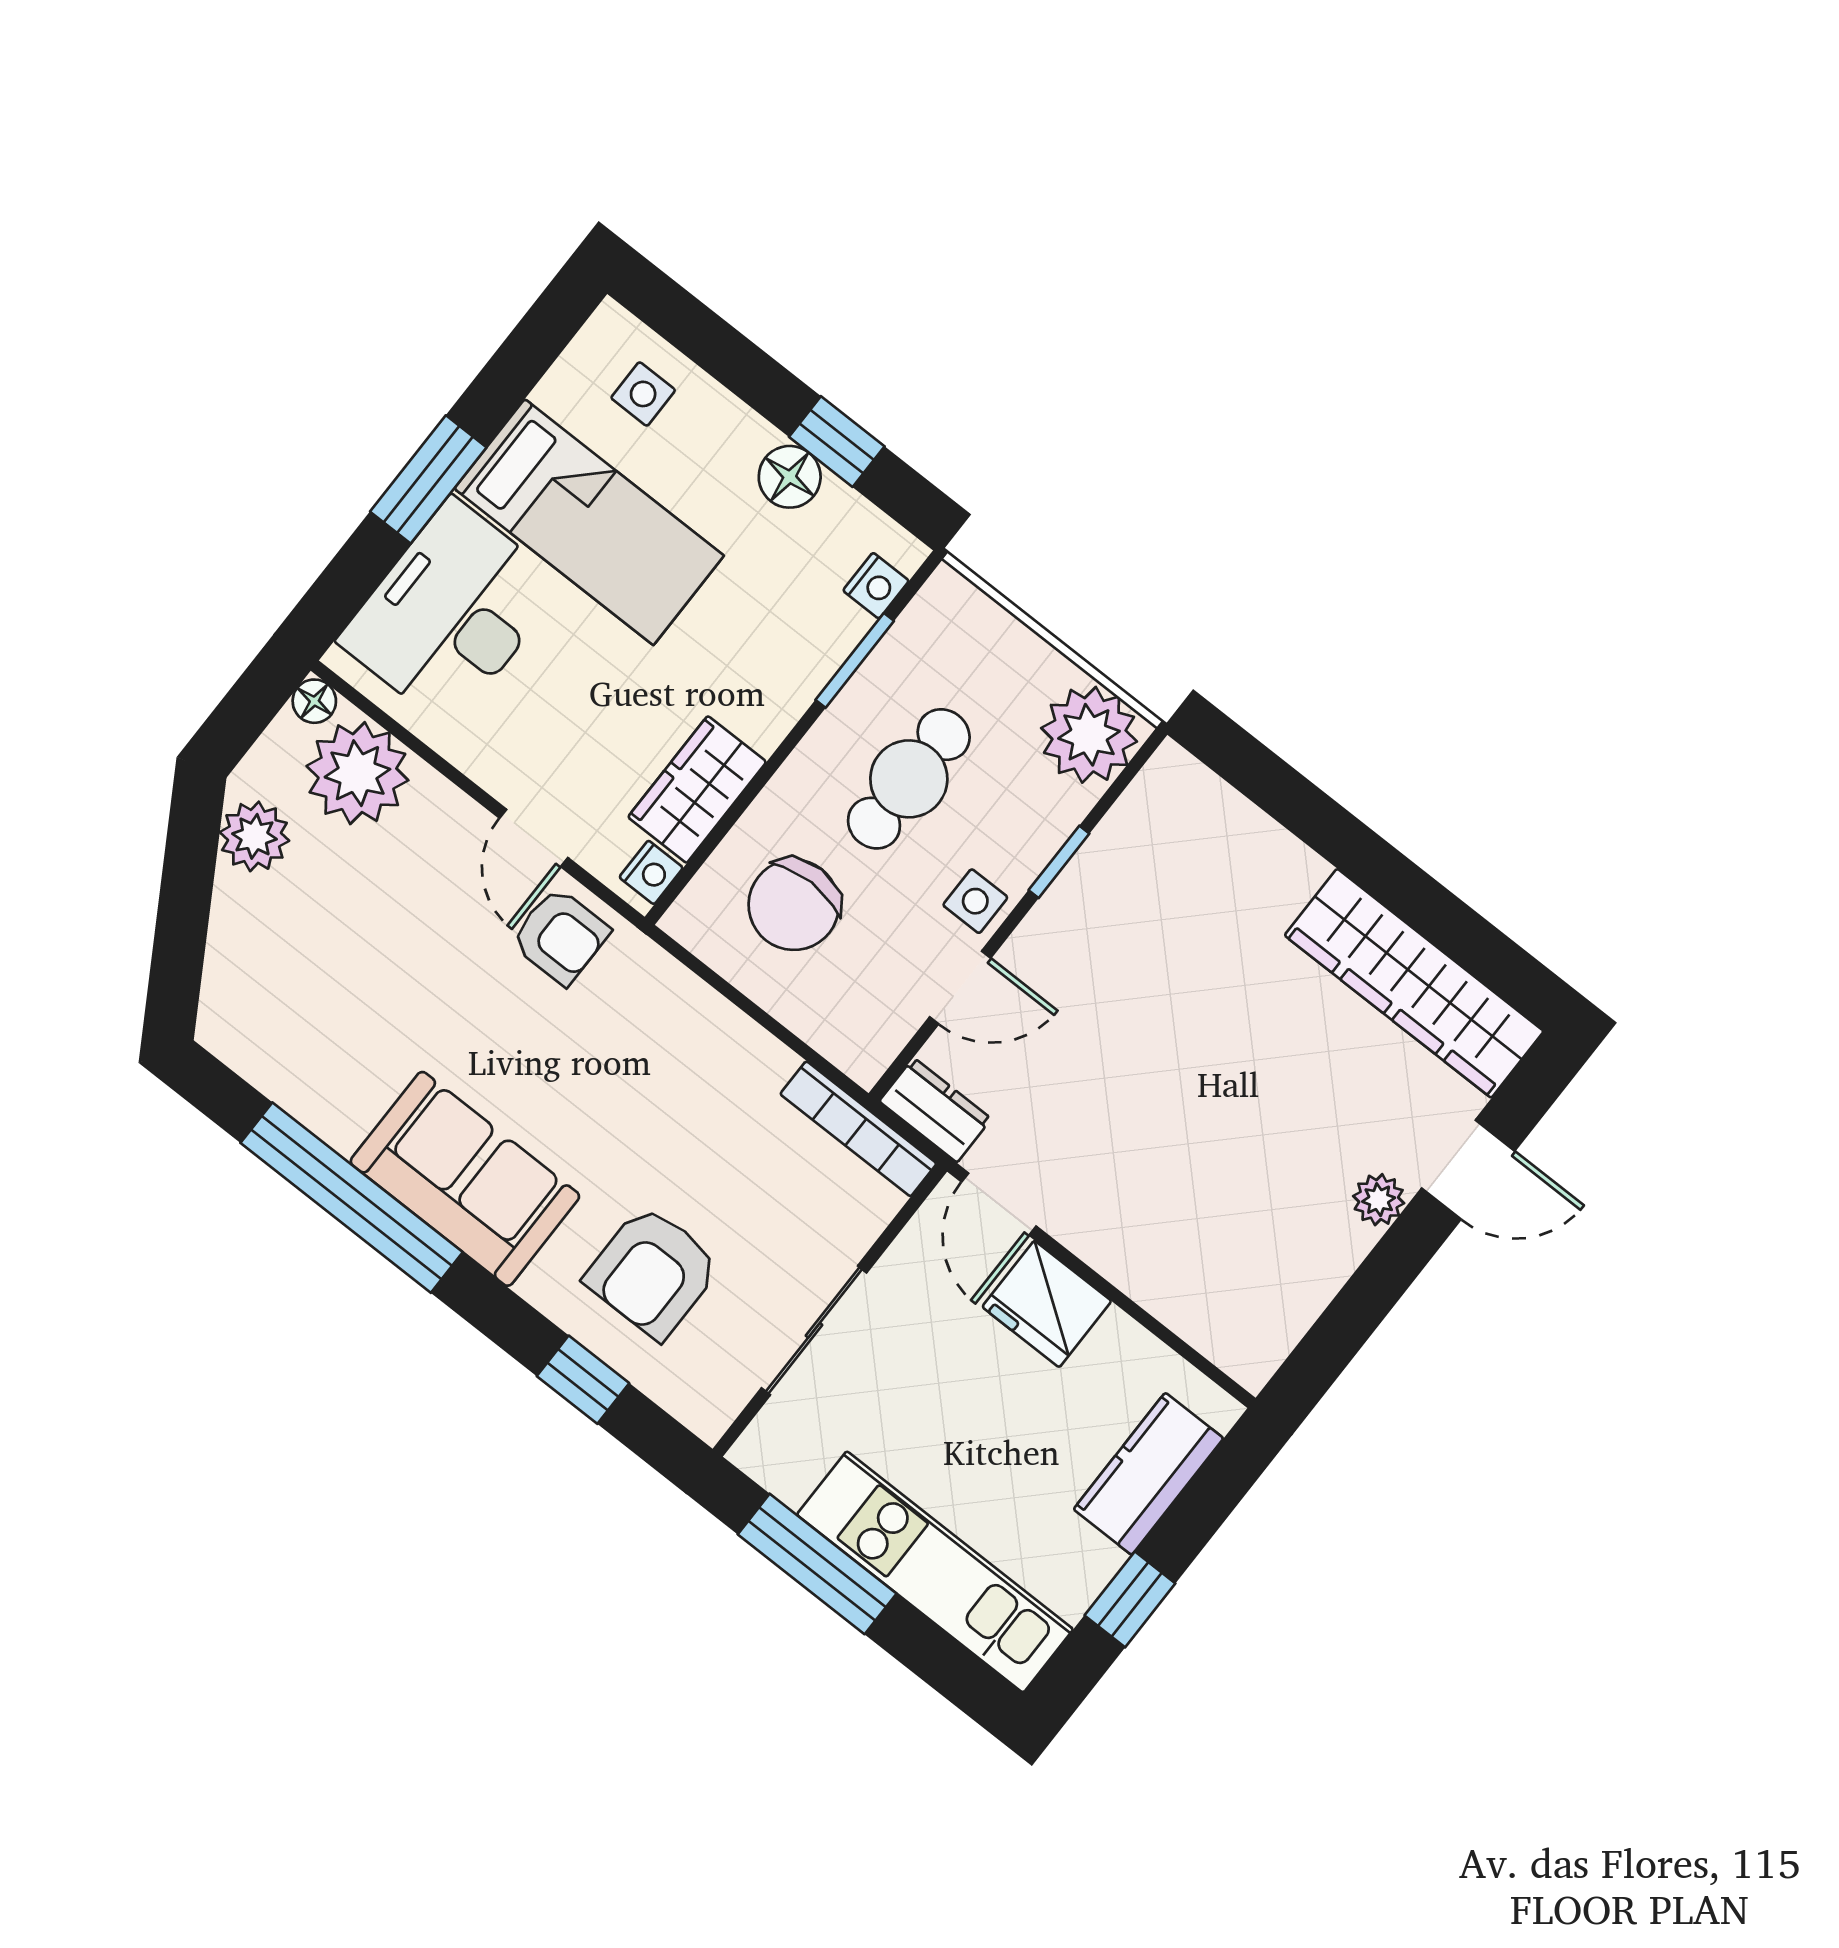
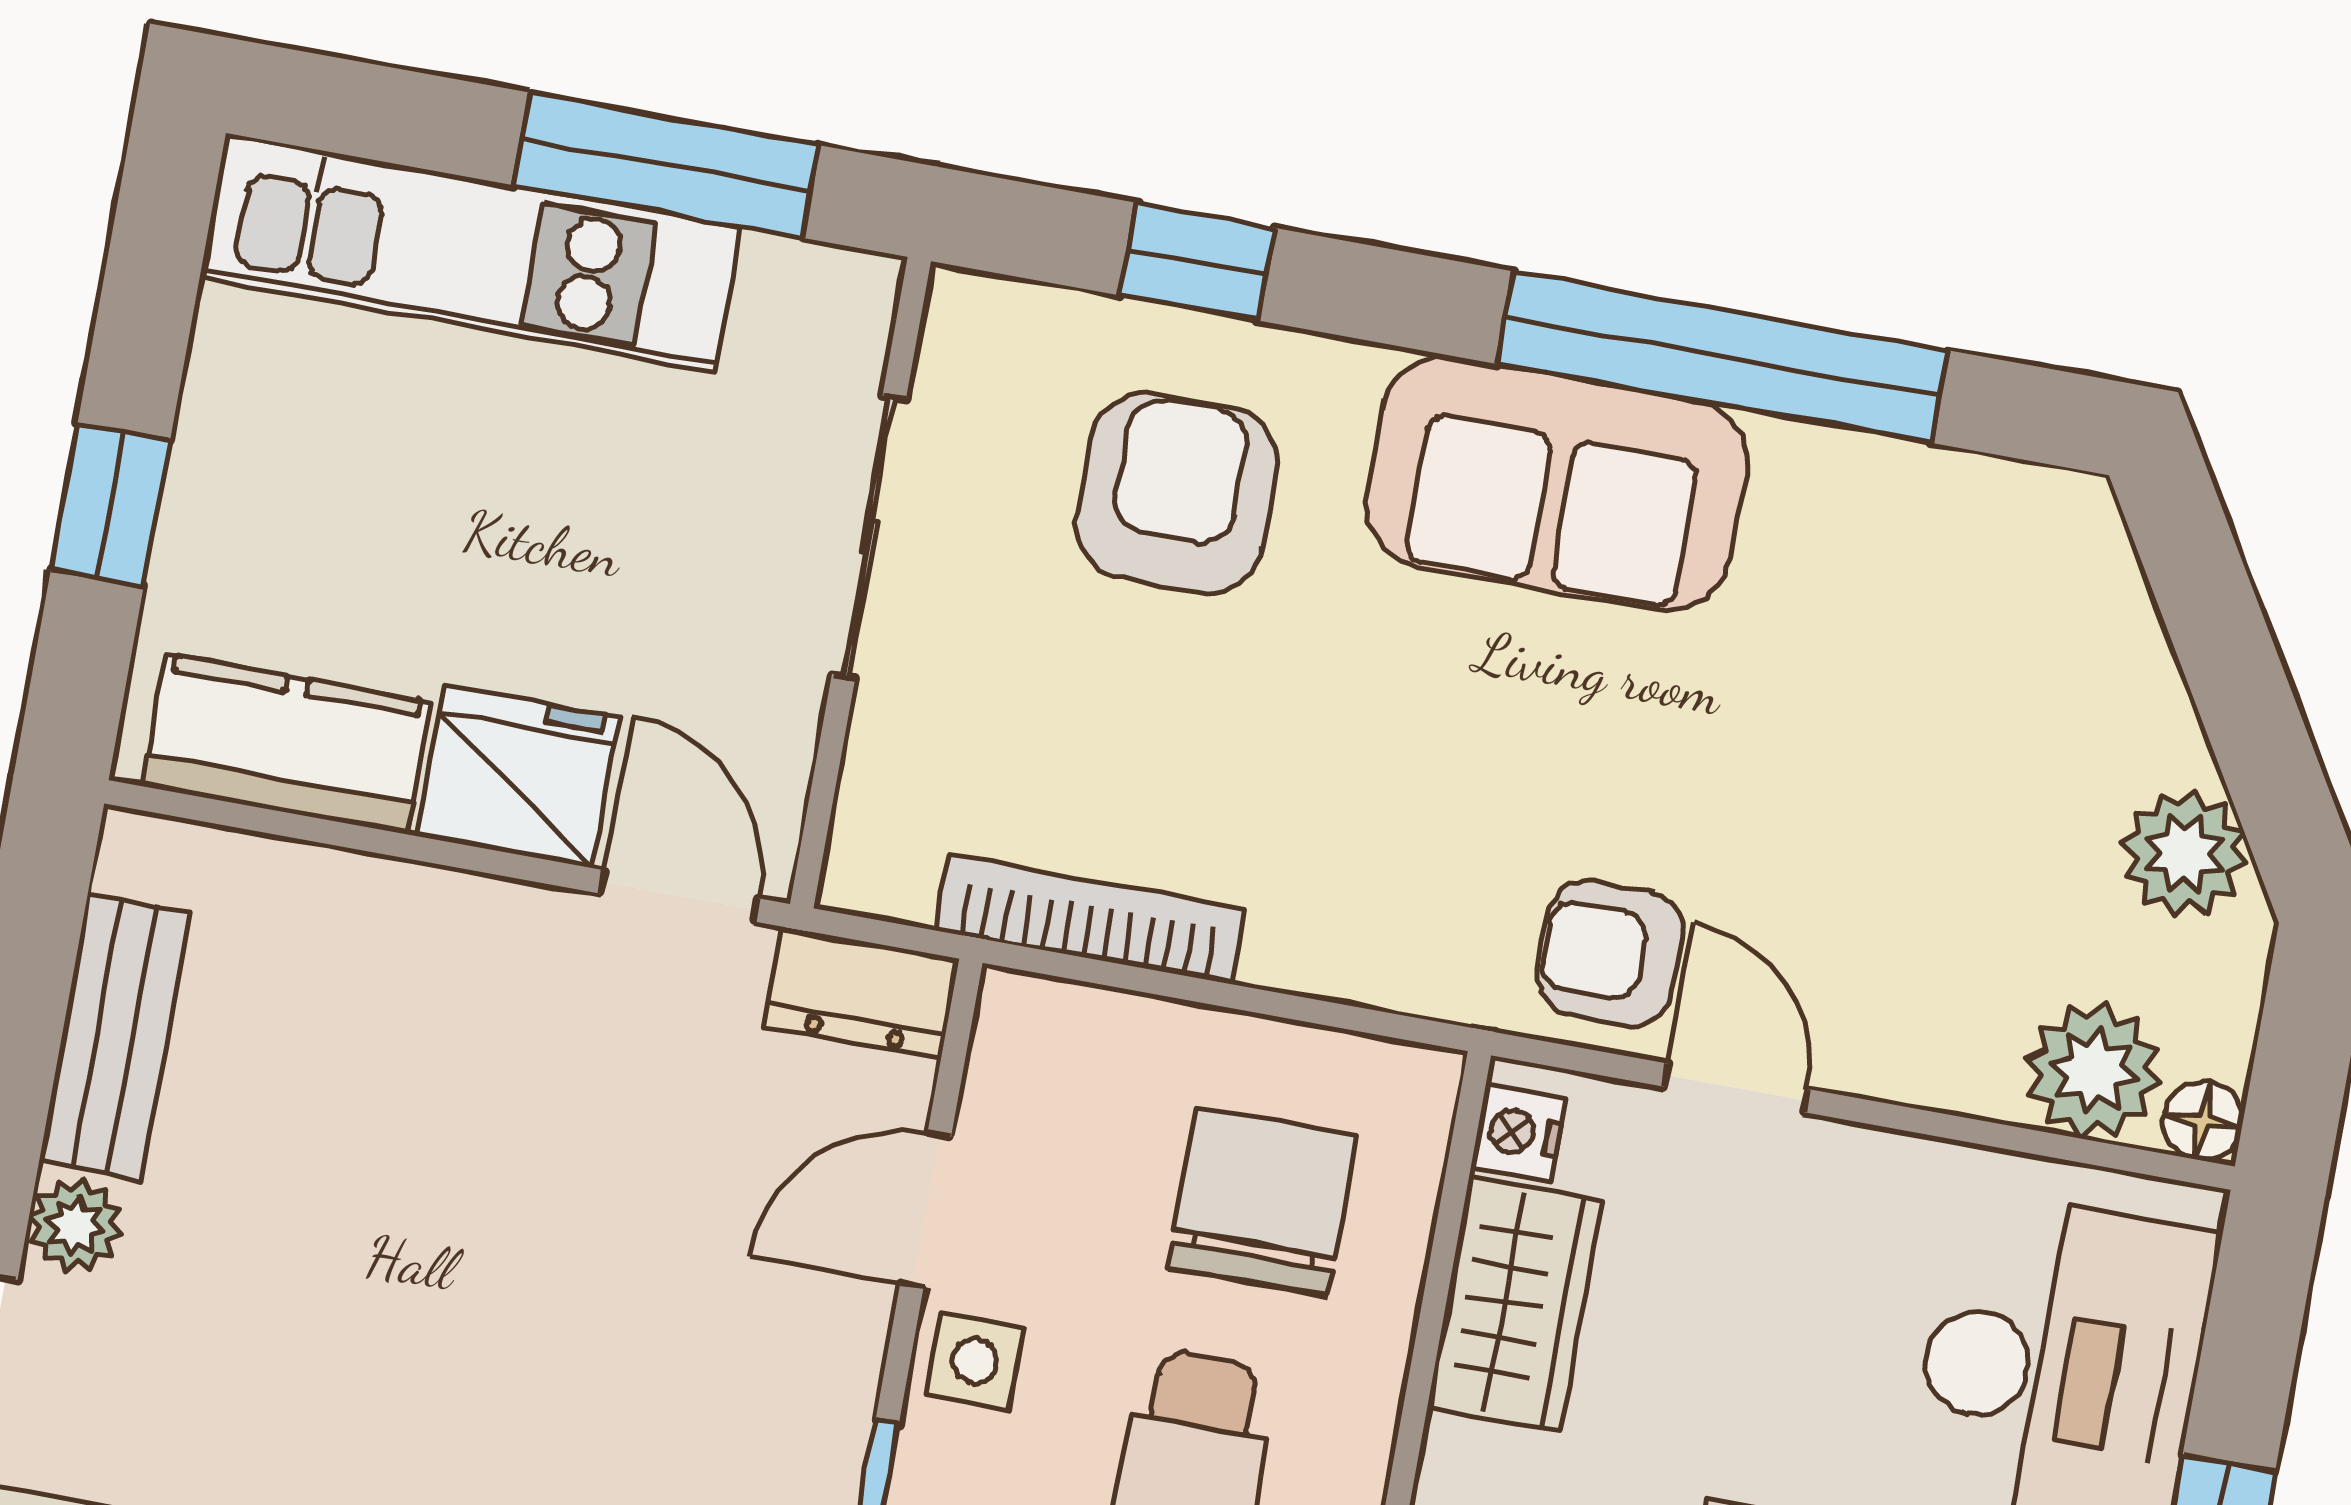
plant: (357, 773) -> (2093, 1071), width x0.73, depth x0.73
bookcase: (858, 1129) -> (1090, 919), moved
bench: (1311, 1281) -> (114, 1037), added
kitchen counter: (1148, 1474) -> (287, 744), moved, turned -90
window: (1130, 1599) -> (111, 505), moved

